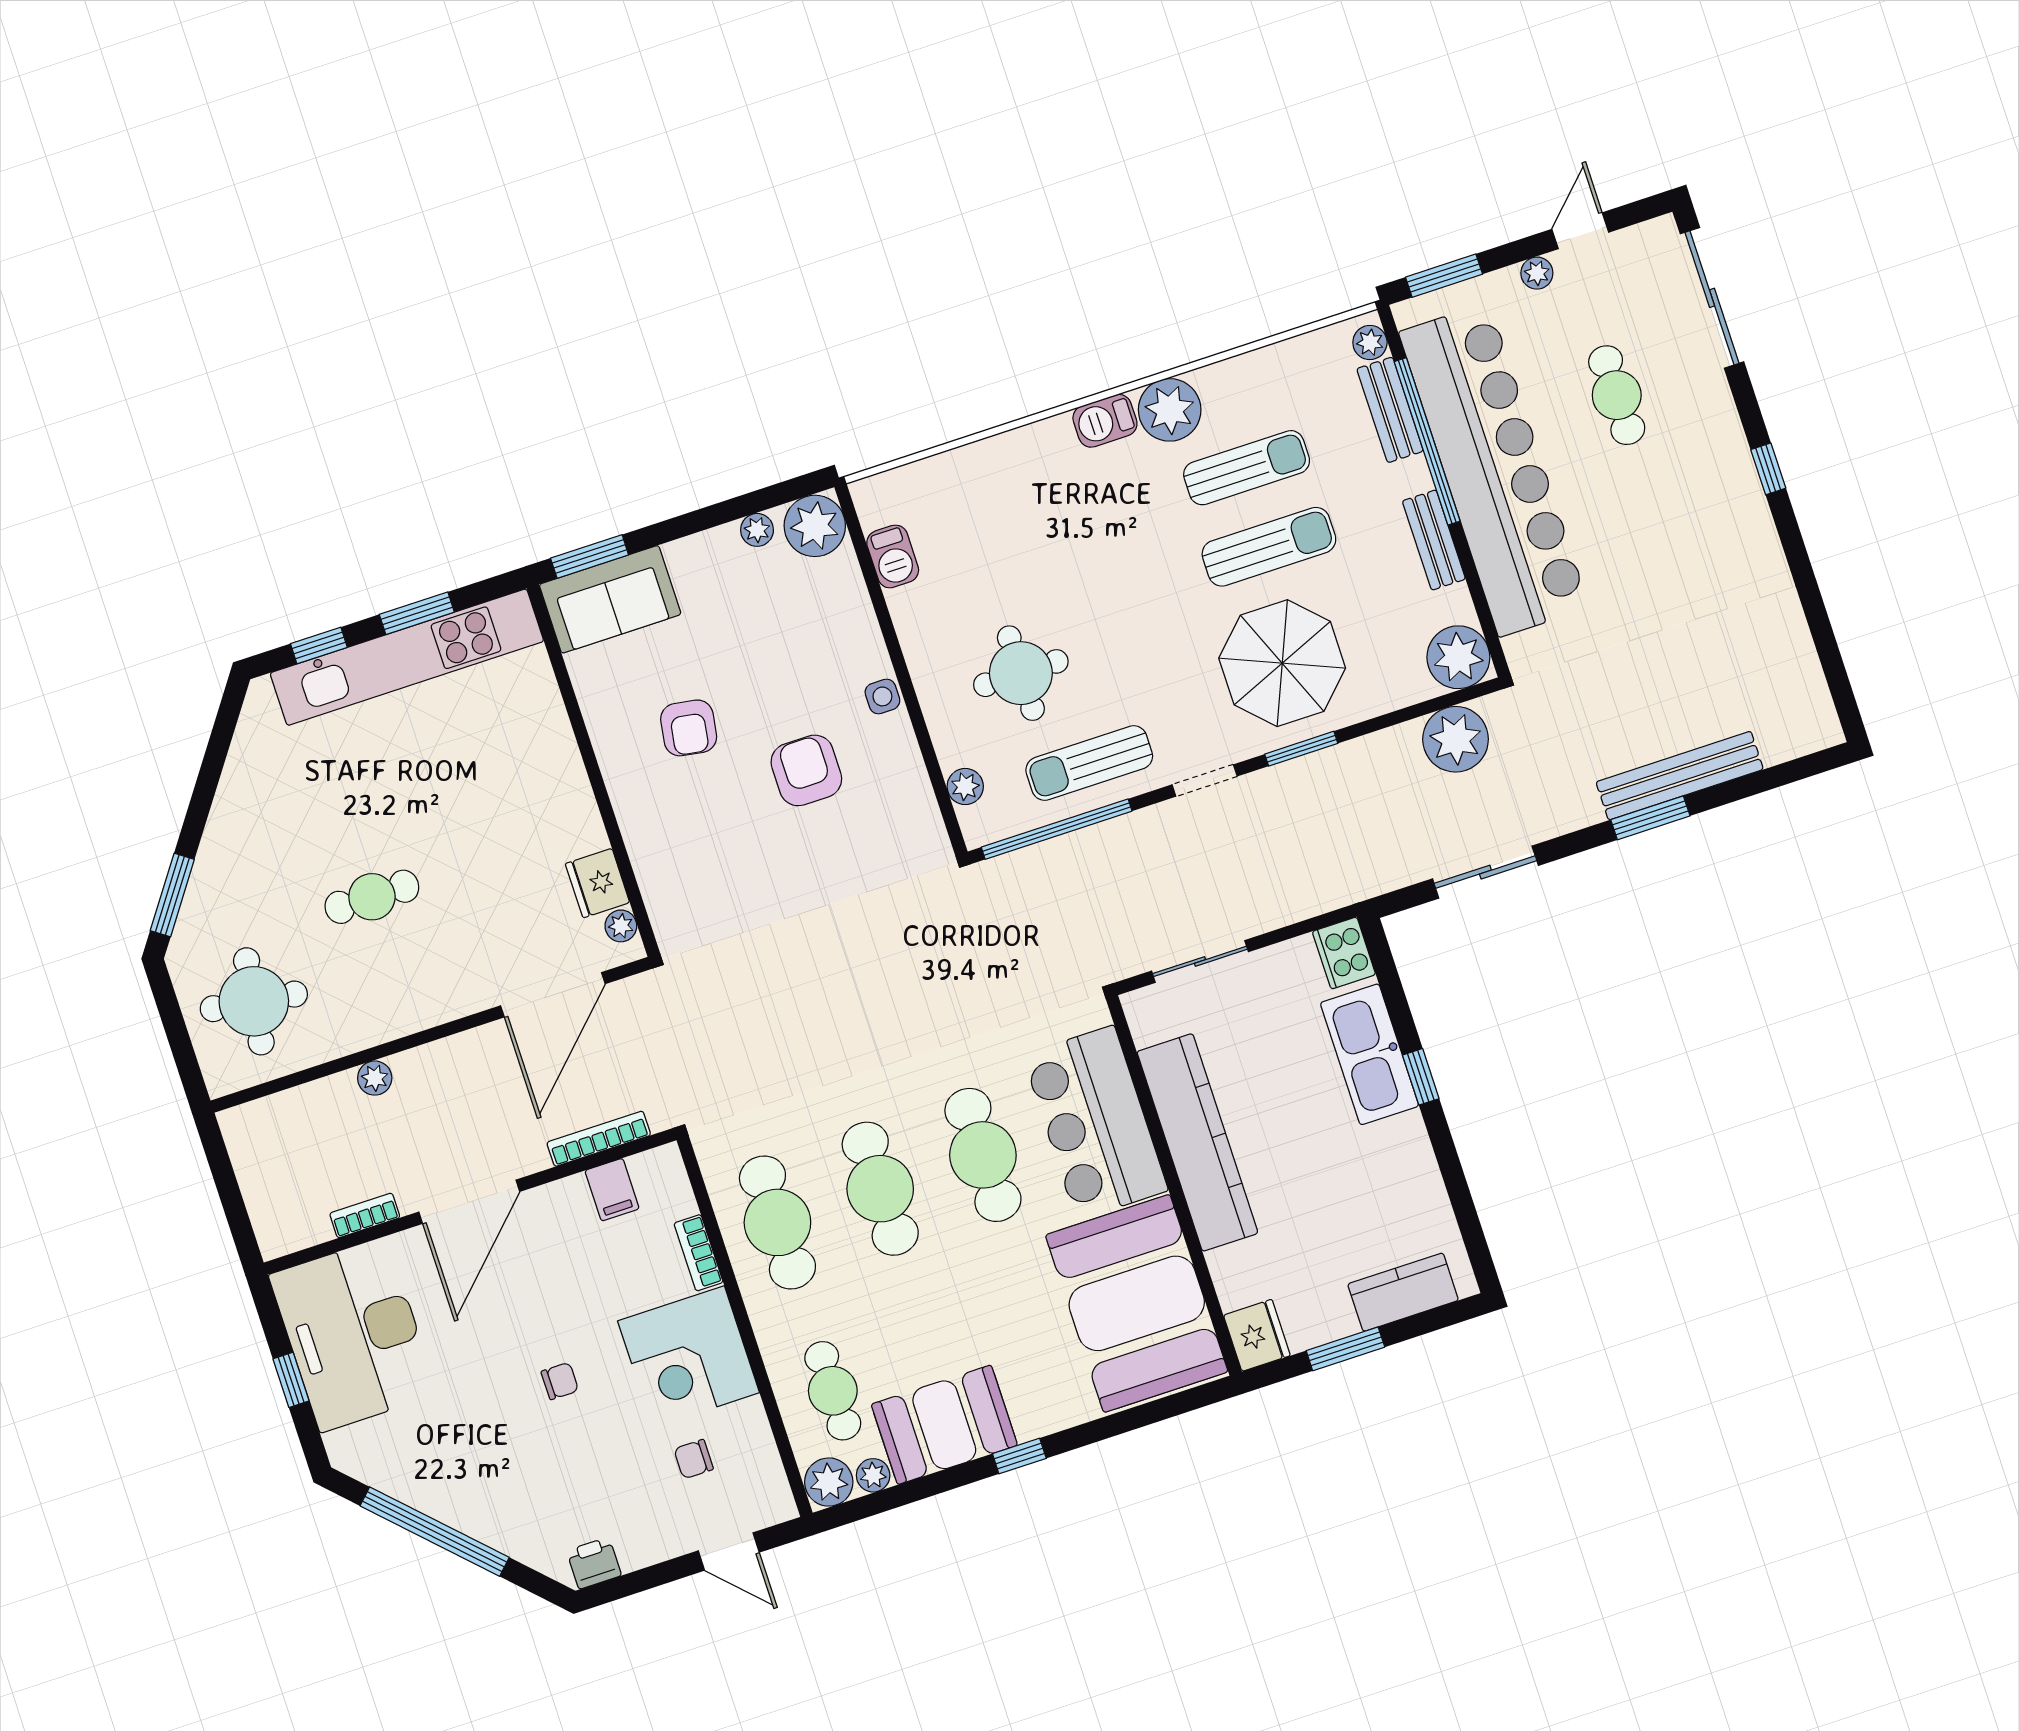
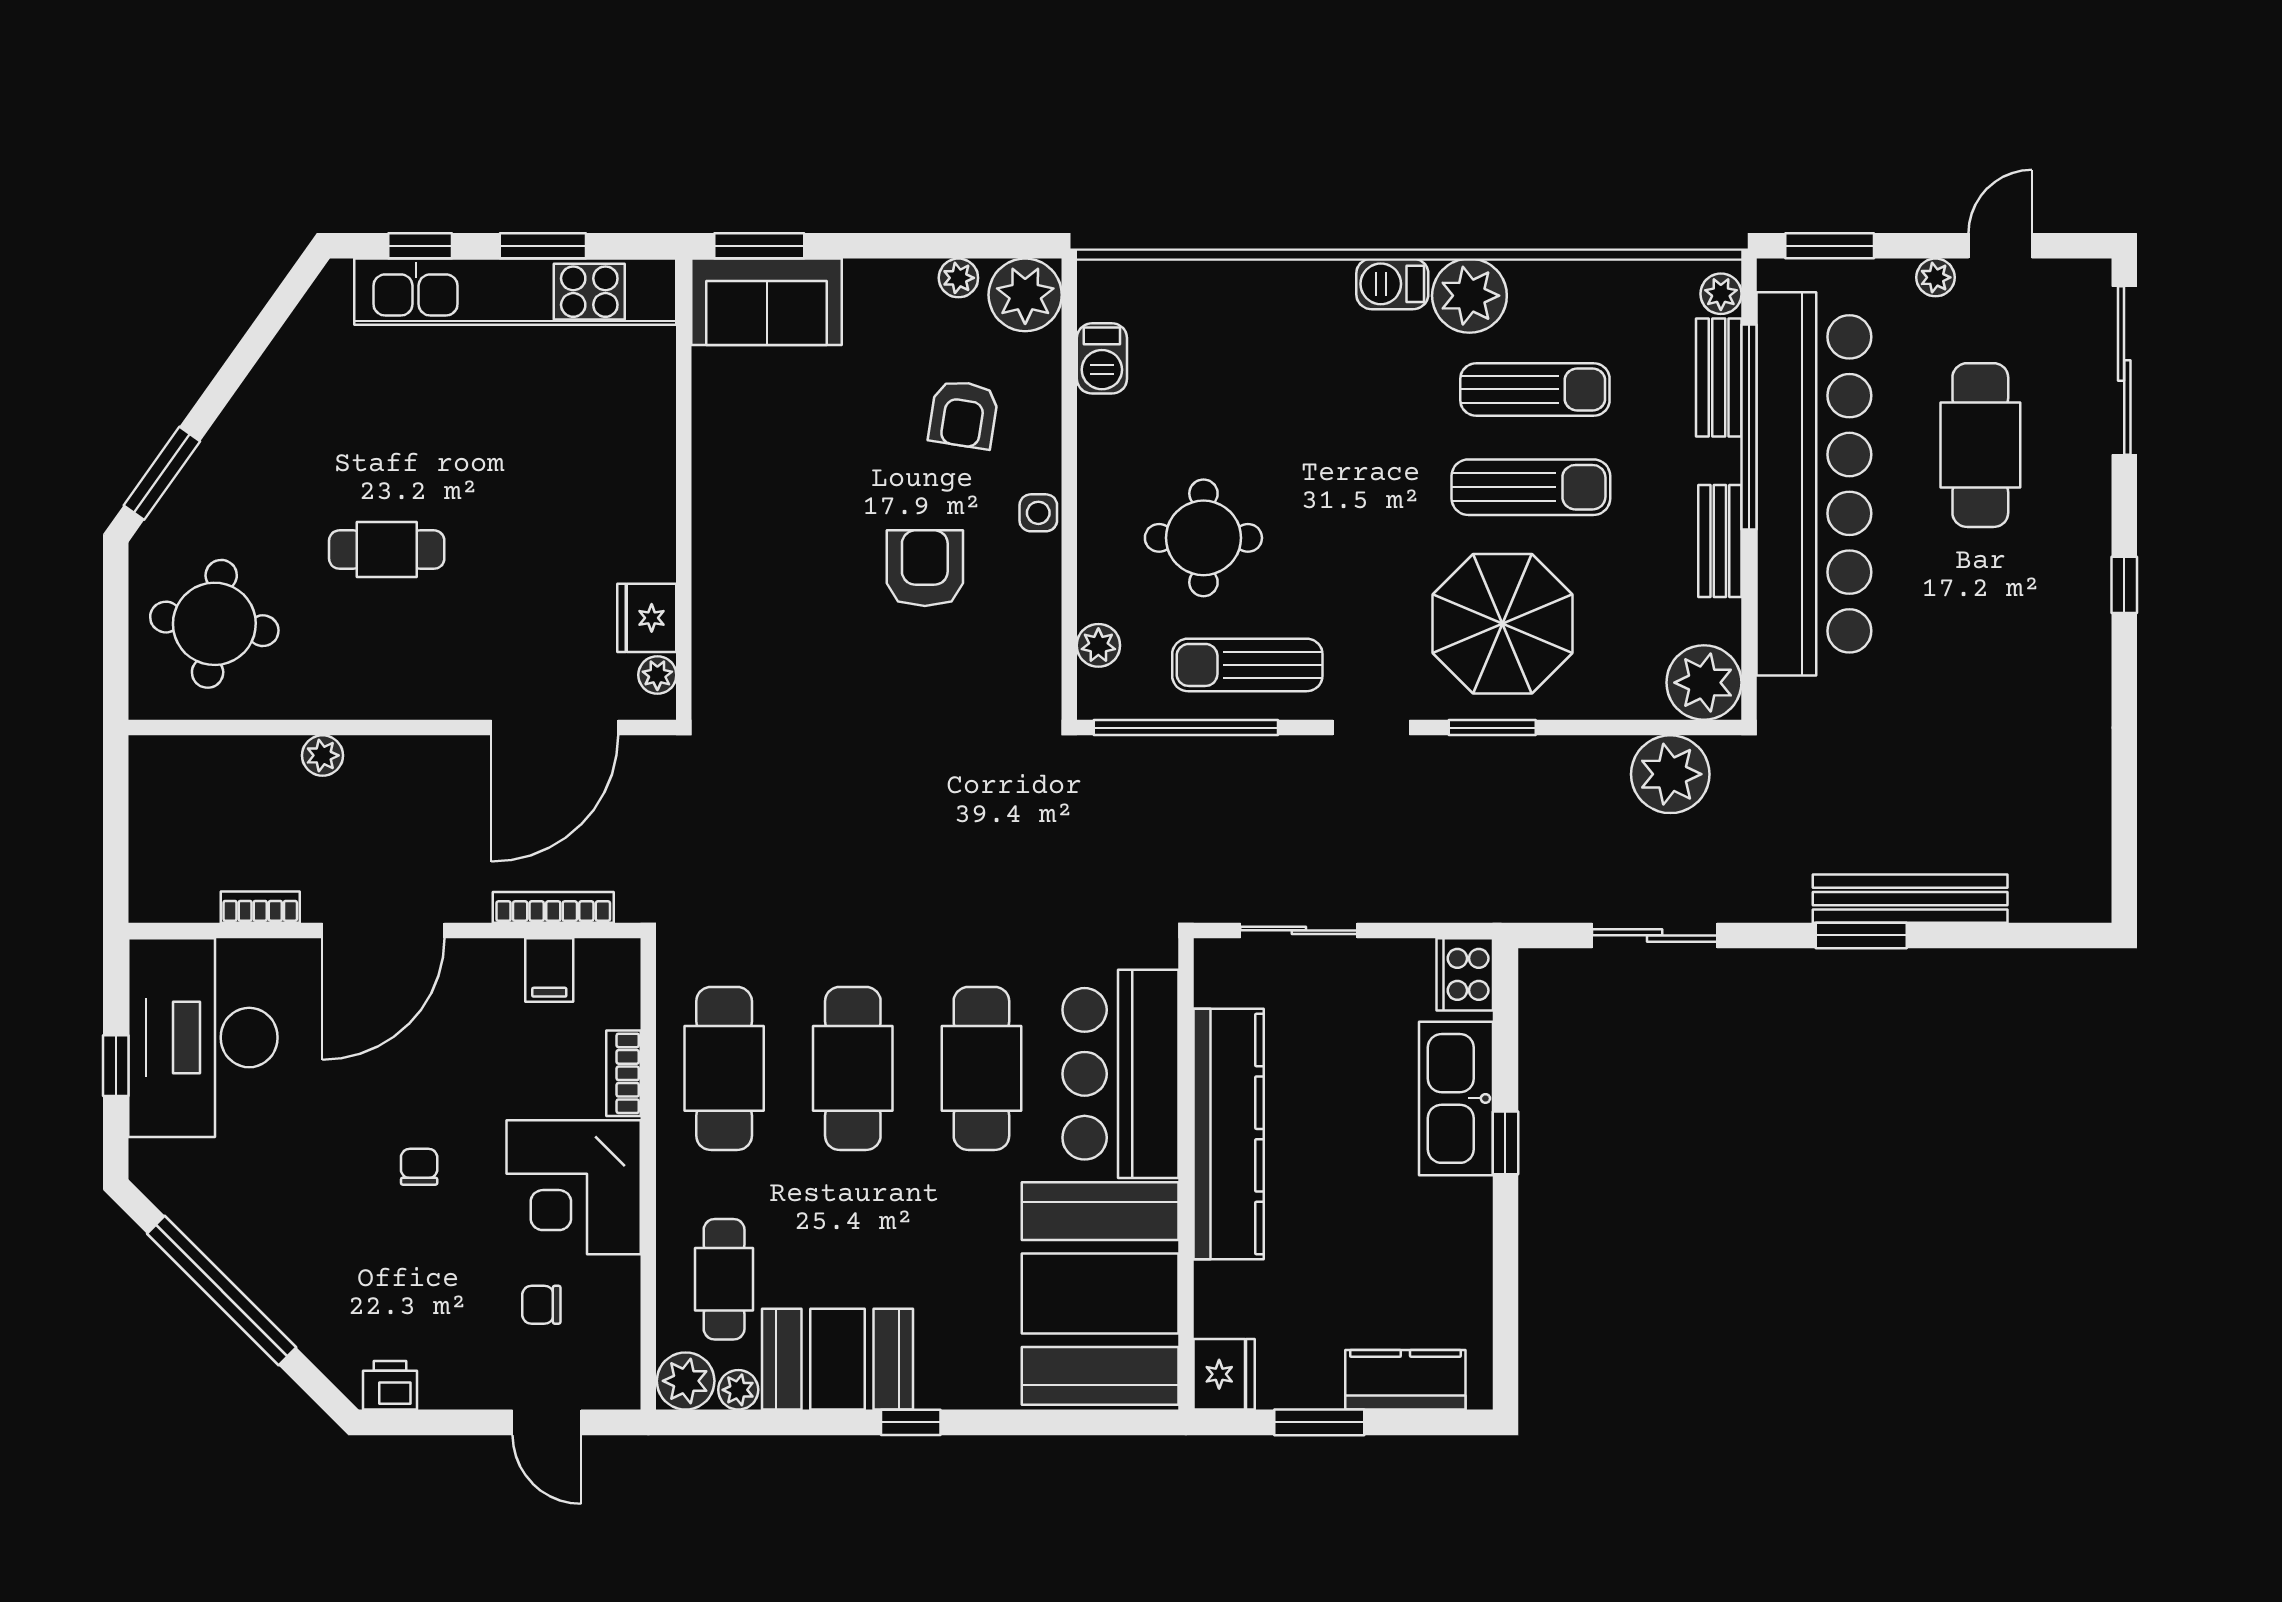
cafe table: (1617, 395) -> (1980, 445), width x1.37, depth x1.35
armchair: (689, 728) -> (963, 414), moved
chair: (560, 1381) -> (419, 1167), turned -90

